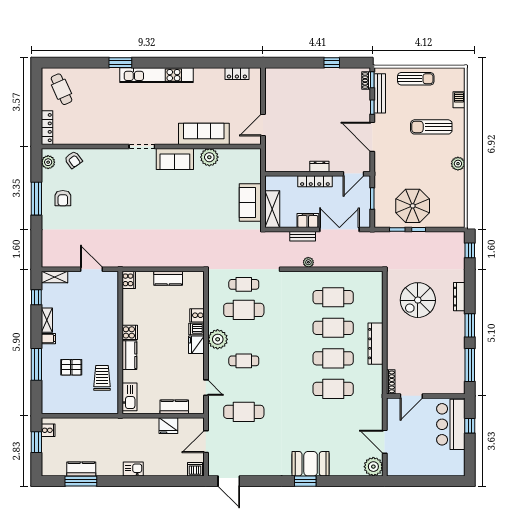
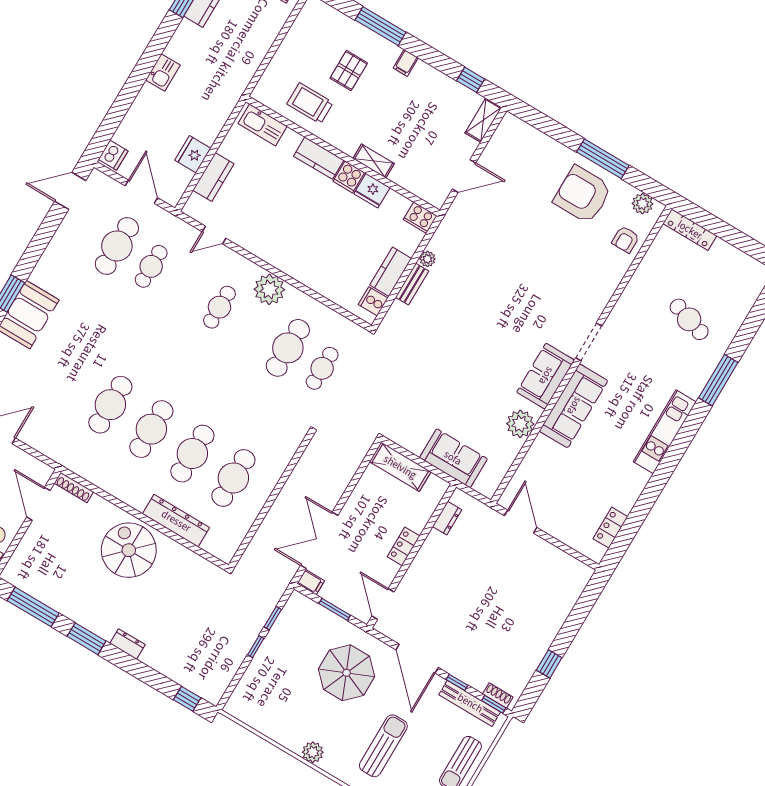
window: (120, 63) -> (718, 380), width x1.44
kitchen unit: (157, 75) -> (665, 432), width x0.73
cafe table: (61, 89) -> (689, 319), moved, turned 42
sofa: (204, 134) -> (574, 406), moved
door: (372, 137) -> (417, 659), swing flipped
armchair: (73, 160) -> (626, 239), turned -54
dresser: (319, 167) -> (447, 518), moved
locker: (315, 181) -> (404, 546), width x0.66
armchair: (63, 198) -> (583, 195), width x1.88, depth x1.88
sofa: (250, 202) -> (453, 458), moved
parasol: (413, 206) -> (346, 673), moved
filing cabinet: (308, 221) -> (311, 582), moved, width x0.50
double door: (339, 230) -> (319, 540), swing flipped
bench: (303, 236) -> (412, 284), moved
plant: (308, 262) -> (427, 259), moved
dresser: (459, 297) -> (127, 644), width x0.70
spiral stairs: (418, 300) -> (129, 550), moved
cooker: (197, 315) -> (373, 301), moved, turned -90
shelving: (47, 320) -> (374, 161), moved
dishwasher: (196, 329) -> (300, 269), removed
dresser: (375, 344) -> (176, 521), moved
fridge: (196, 345) -> (372, 191), moved, turned 180
trolley: (102, 378) -> (310, 103), turned 180
cafe table: (244, 412) -> (151, 266), width x0.73, depth x0.74
cafe table: (244, 437) -> (117, 246), added

